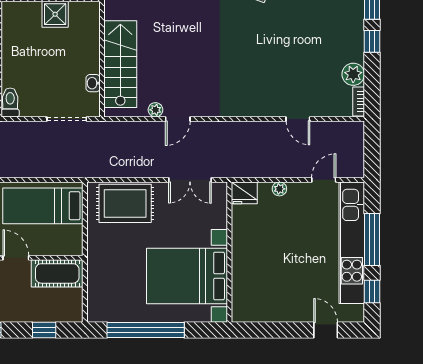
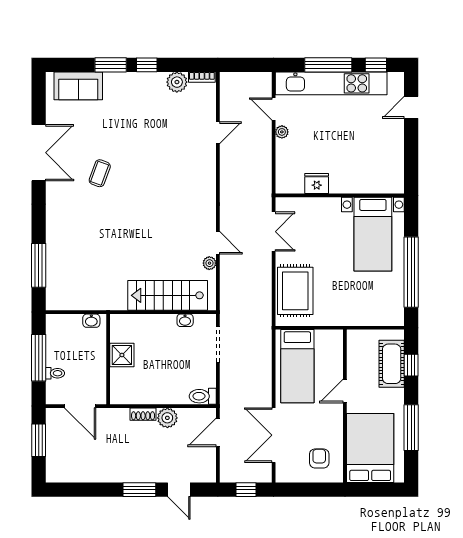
plant: (279, 189) -> (282, 132), moved
fridge: (244, 193) -> (317, 184), moved, turned -90
cot: (57, 273) -> (392, 364), moved
bed with nightstands: (187, 276) -> (373, 234), width x0.73

